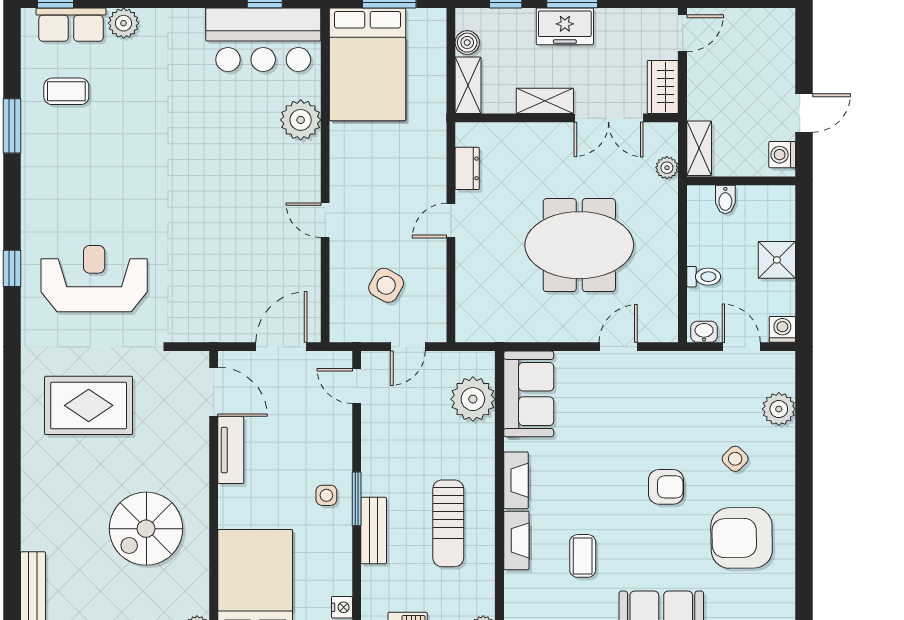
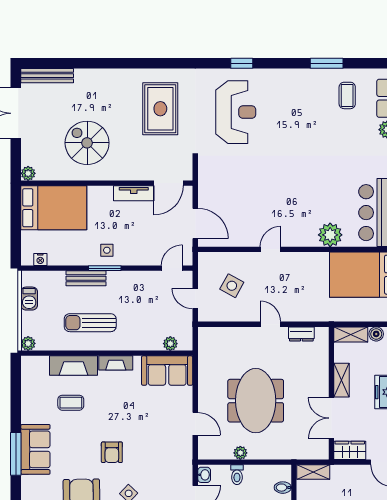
plant: (667, 168) -> (240, 453), moved
plant: (473, 399) -> (170, 344), width x0.53, depth x0.53
fireplace: (516, 540) -> (74, 366), width x1.37, depth x1.32

